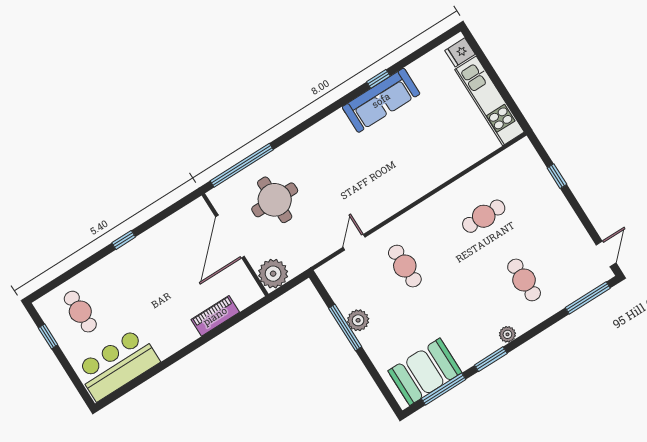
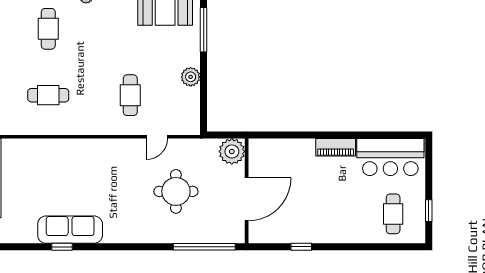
round table: (275, 200) -> (176, 191), moved
window: (124, 240) -> (301, 247), moved
piano: (215, 316) -> (336, 147), moved
window: (345, 328) -> (204, 30), moved

